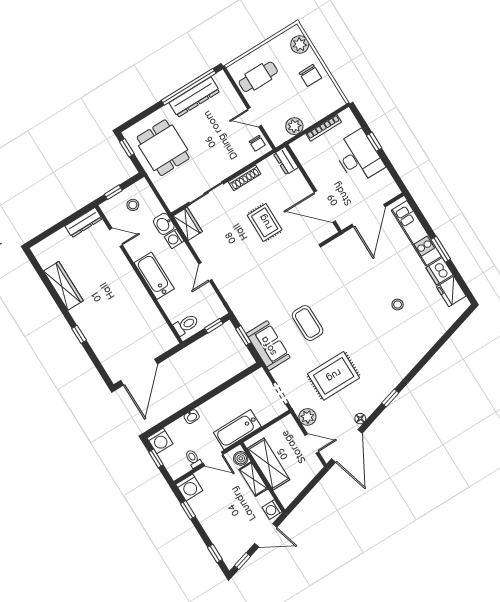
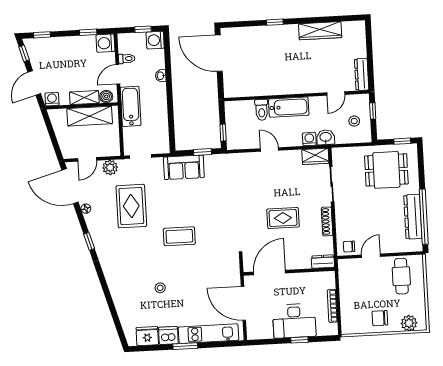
plant: (294, 126) -> (347, 283), removed
coffee table: (308, 323) -> (179, 236), moved
toilet: (186, 325) -> (262, 110), moved

